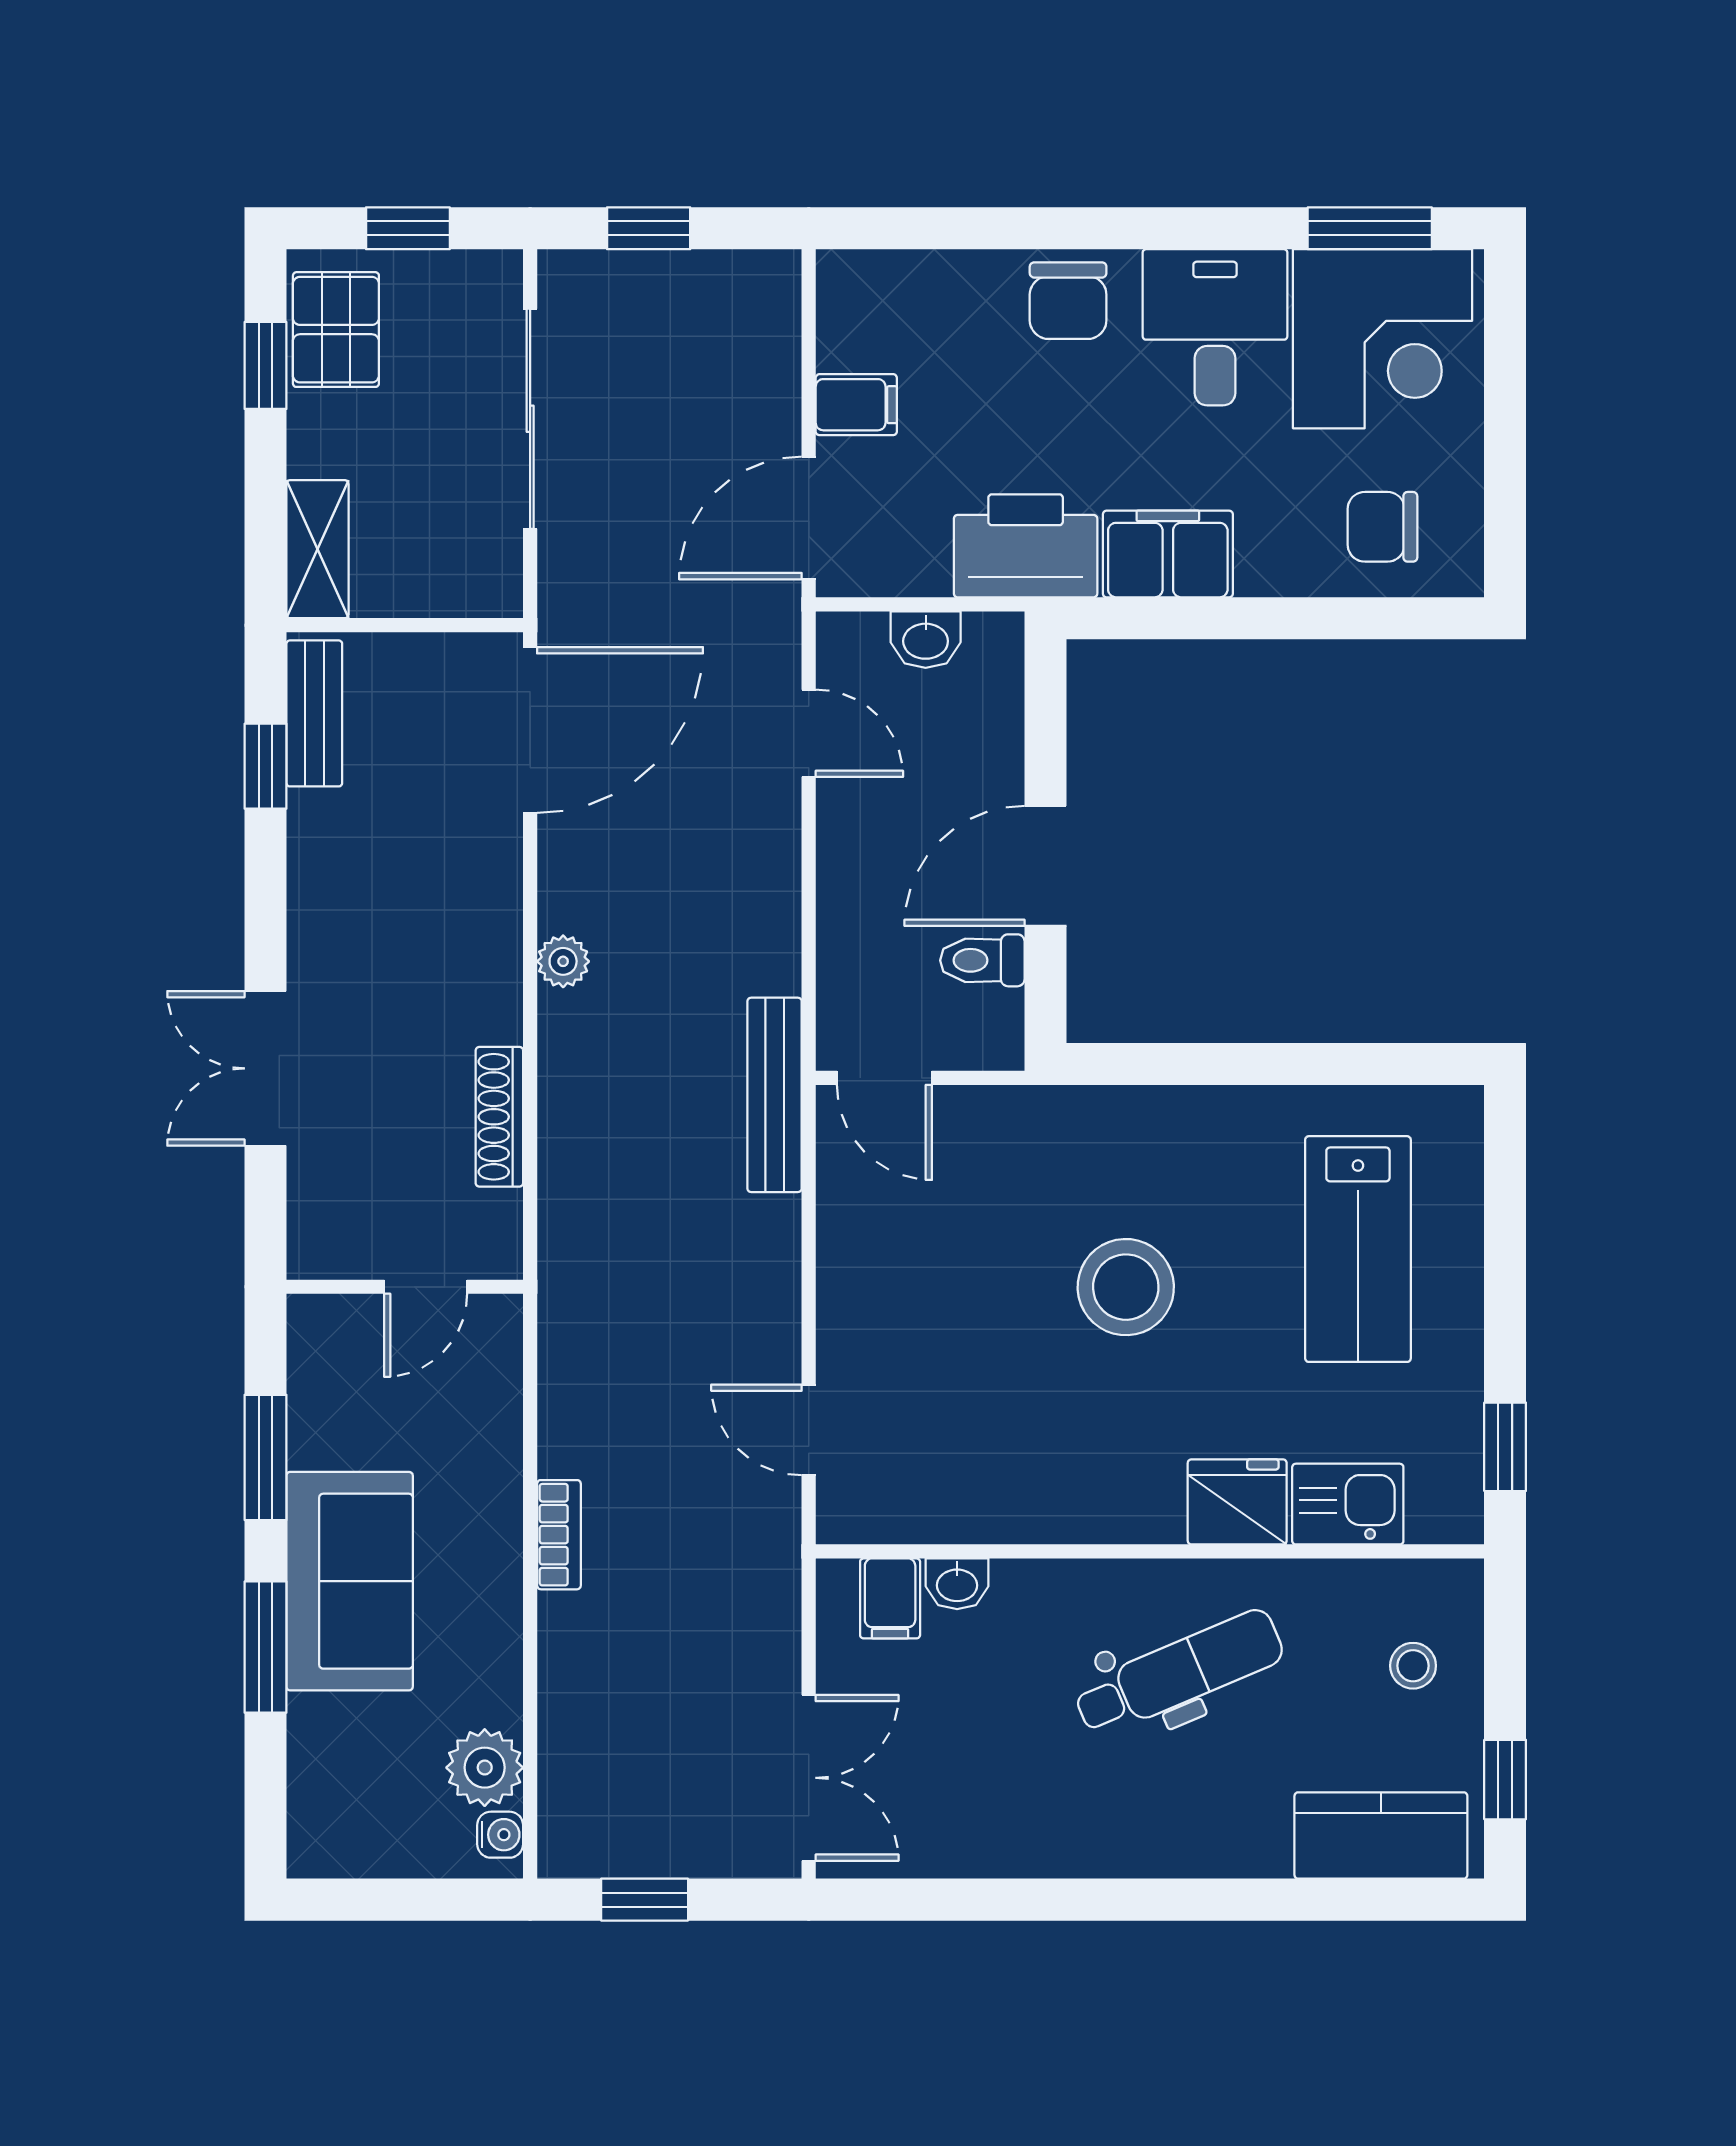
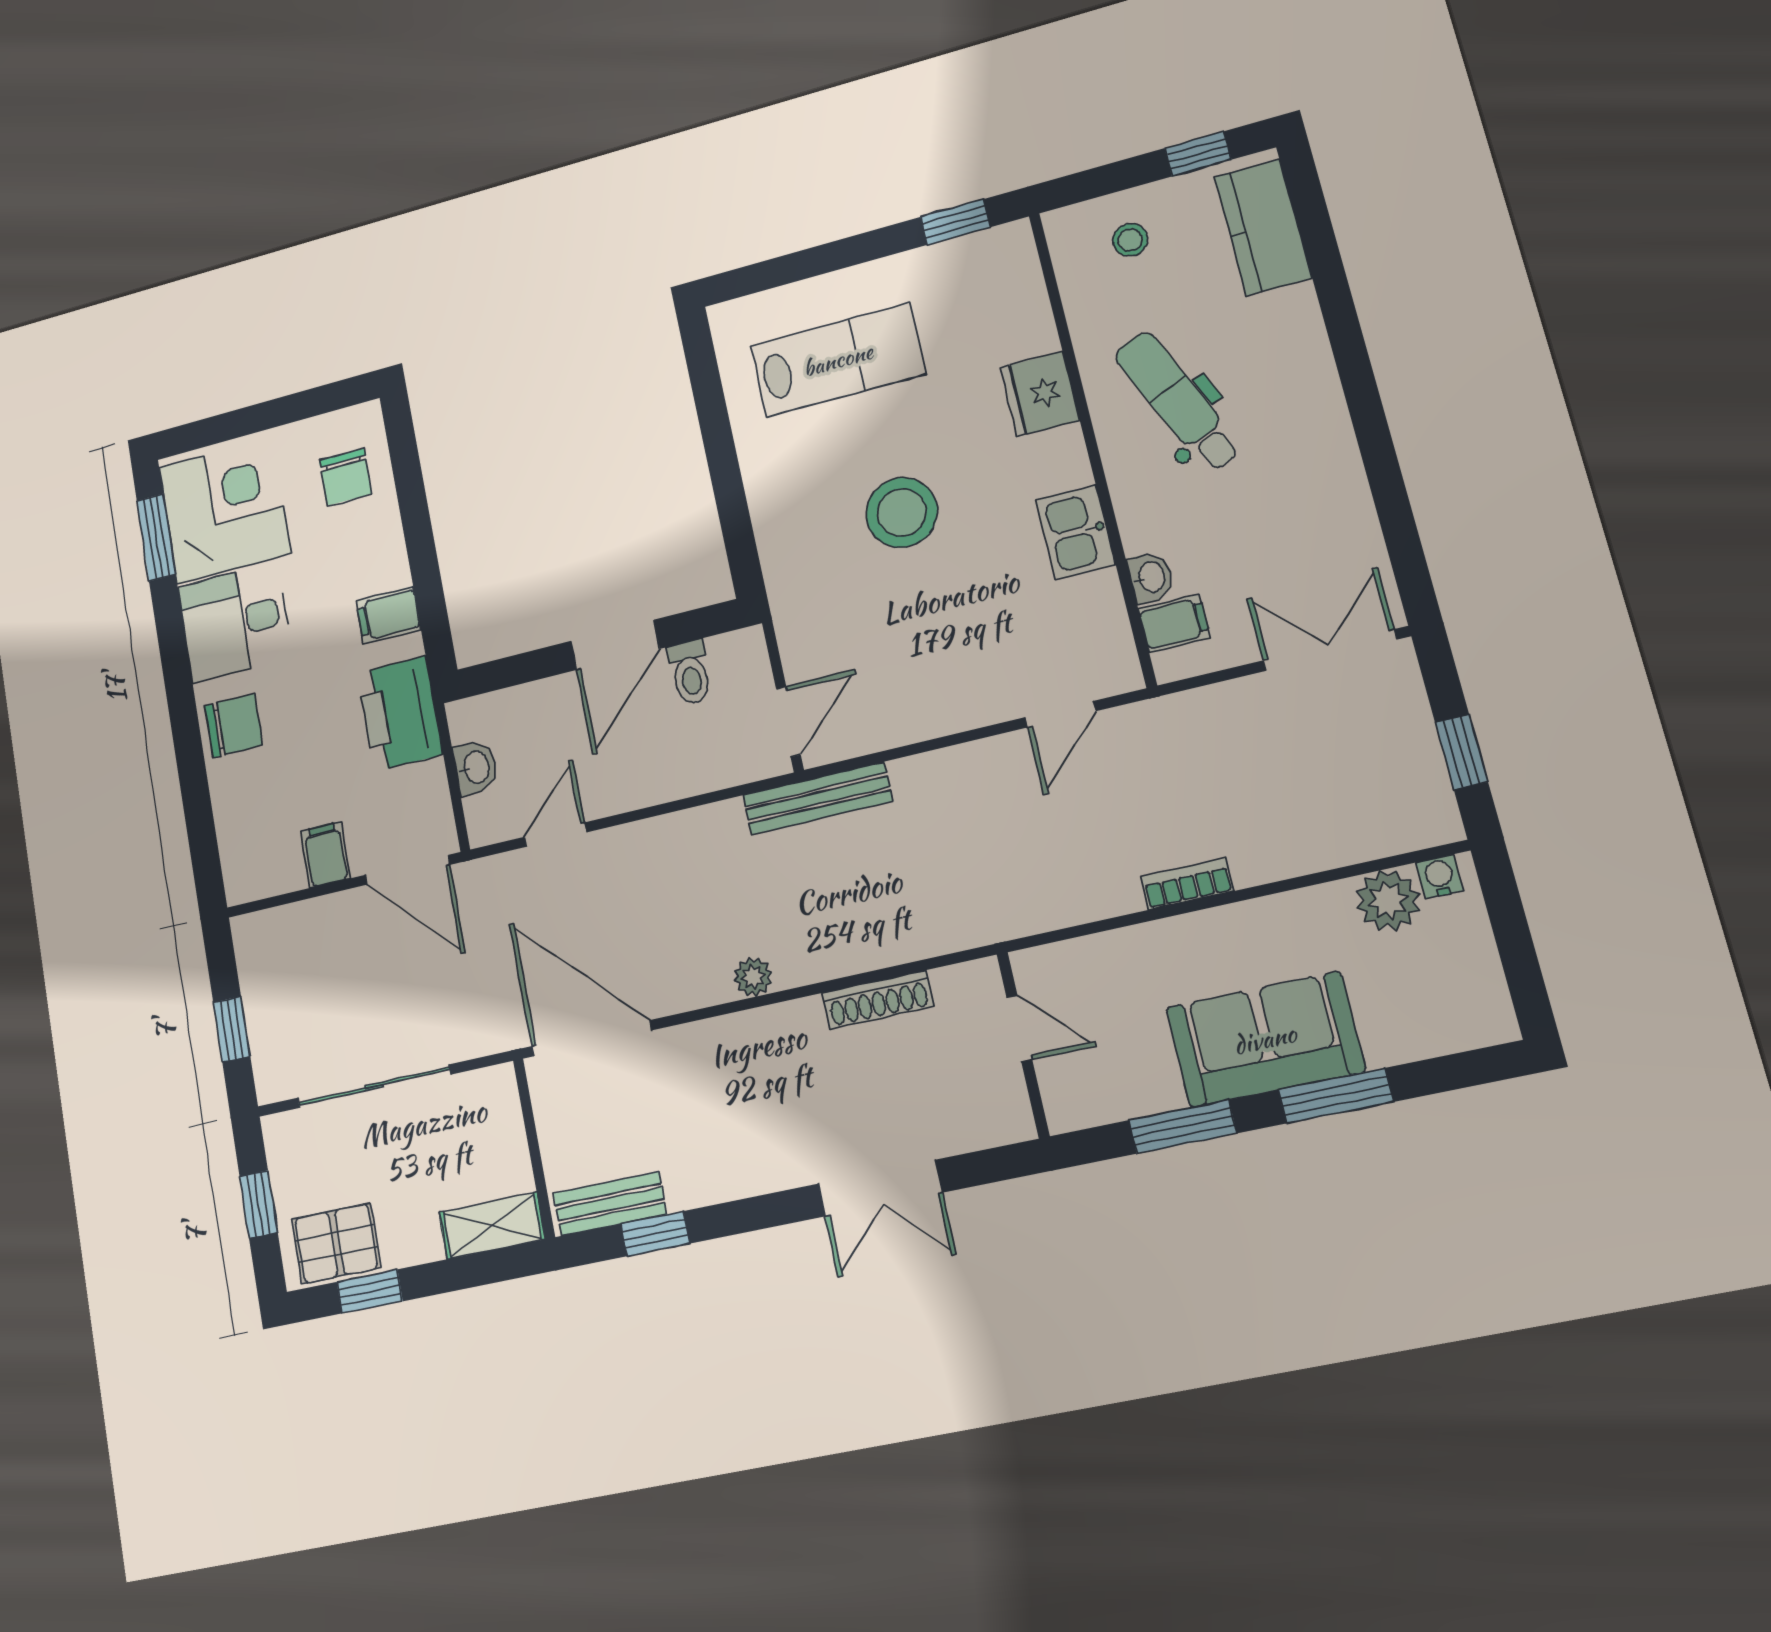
filing cabinet: (1168, 554) -> (388, 615), width x0.50
door: (1045, 866) -> (615, 645), hinge flipped
kitchen sink: (1348, 1504) -> (1076, 532), moved

